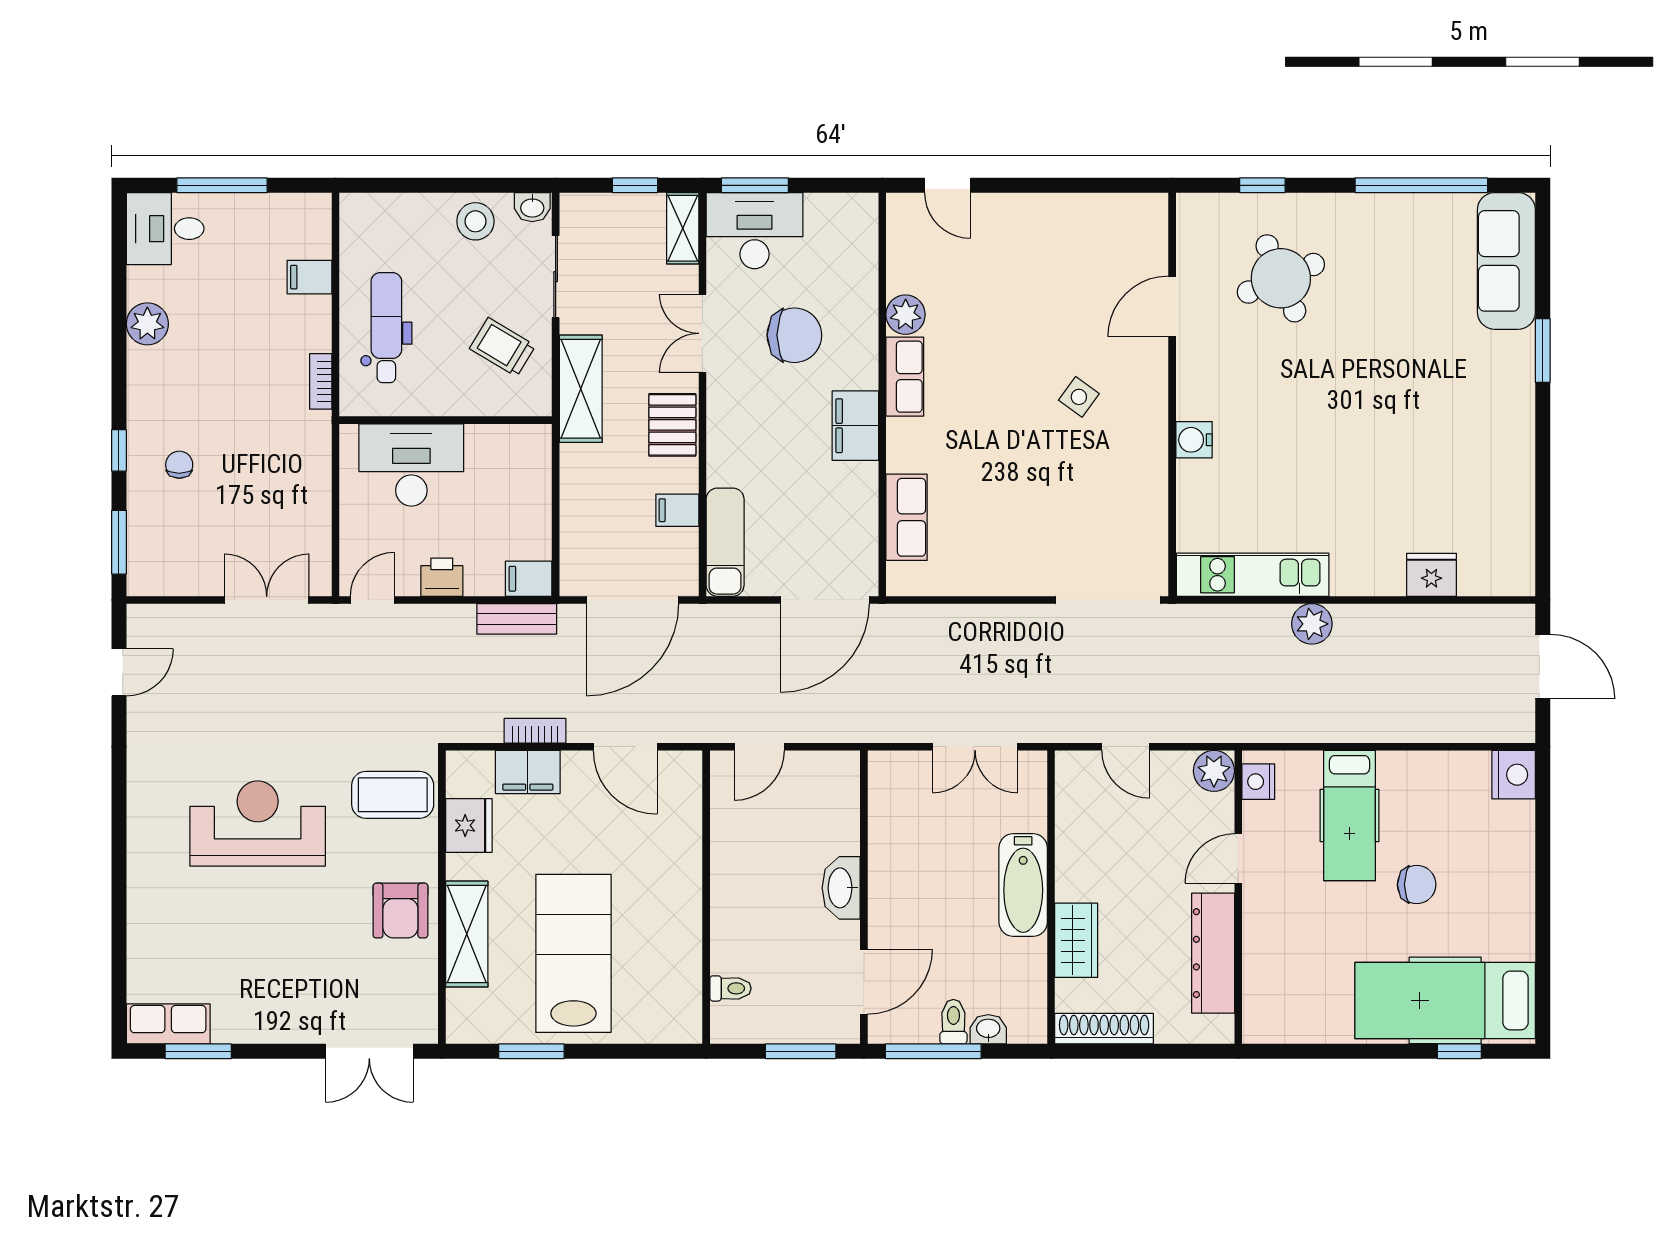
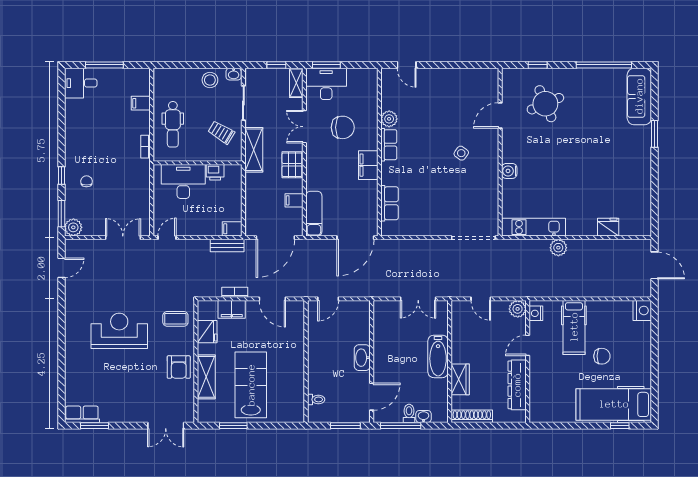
plant: (147, 324) -> (73, 227), moved
dental chair: (386, 328) -> (173, 124), turned 180
printer: (442, 577) -> (215, 172), moved, turned 180
coffee table: (393, 795) -> (175, 319), width x0.73, depth x0.77

